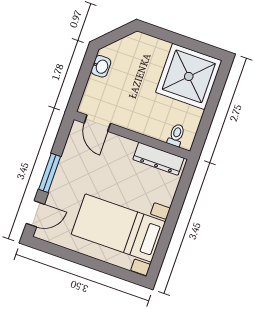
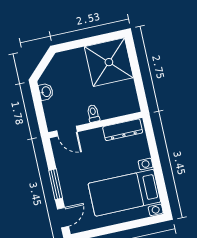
toilet: (176, 135) -> (93, 114), moved

